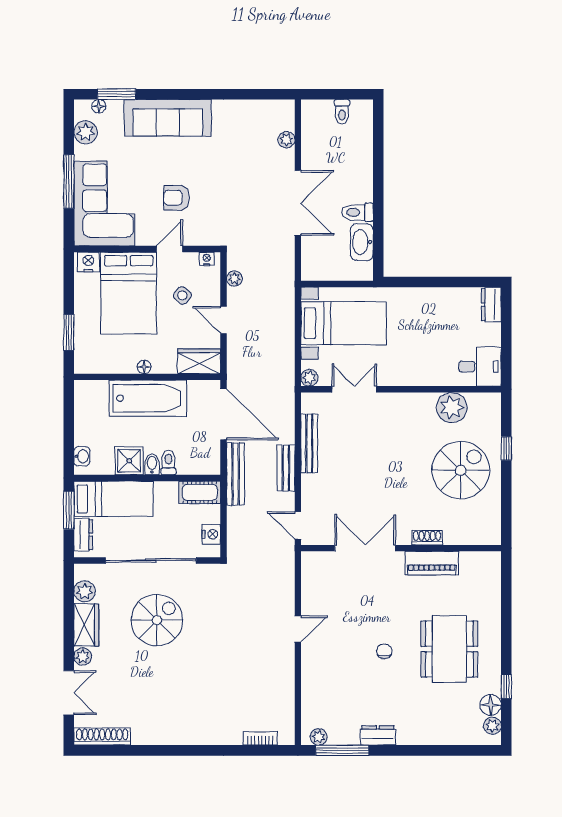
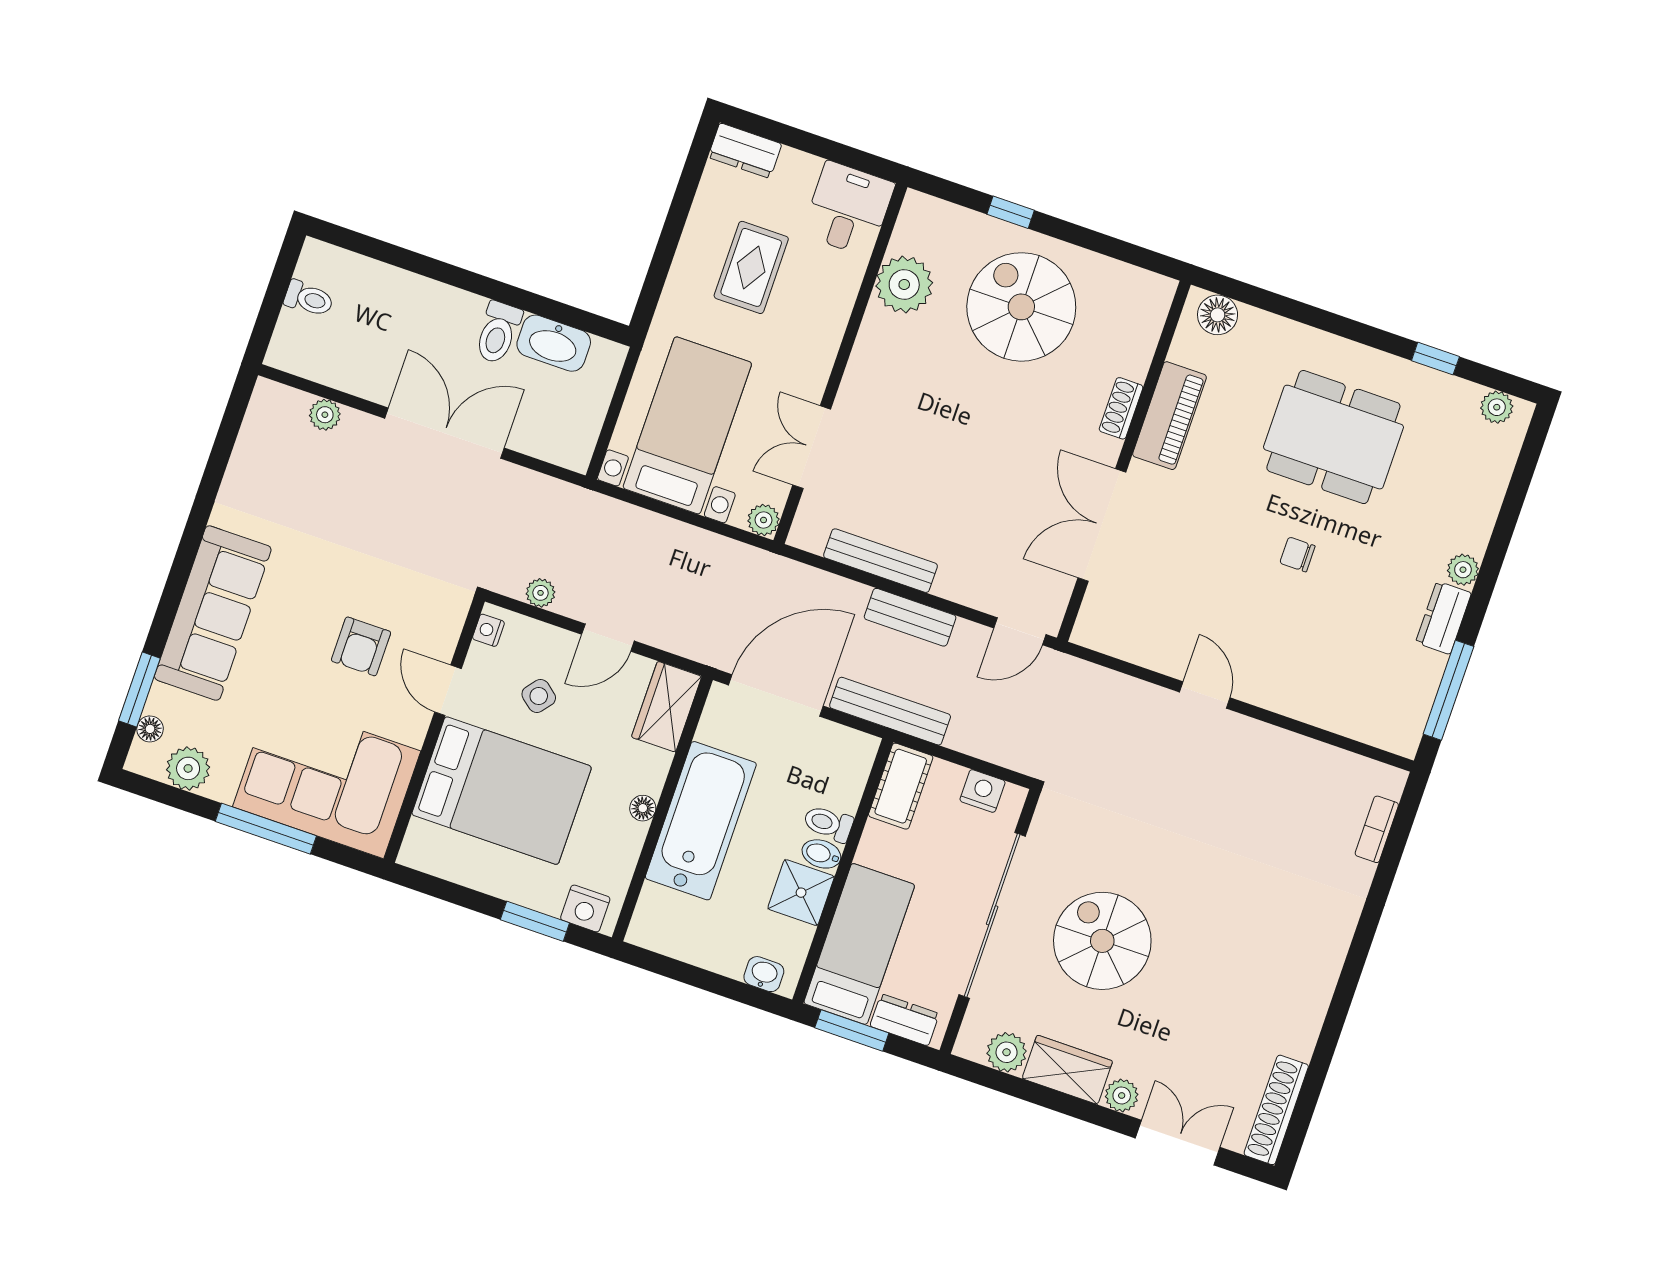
nightstand: (88, 262) -> (585, 908), moved, turned -90
rug: (434, 328) -> (751, 267), added
floor lamp: (491, 705) -> (1218, 315), moved
plant: (319, 737) -> (1463, 570), moved

